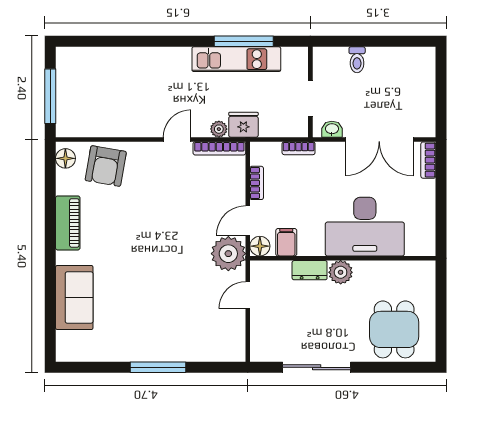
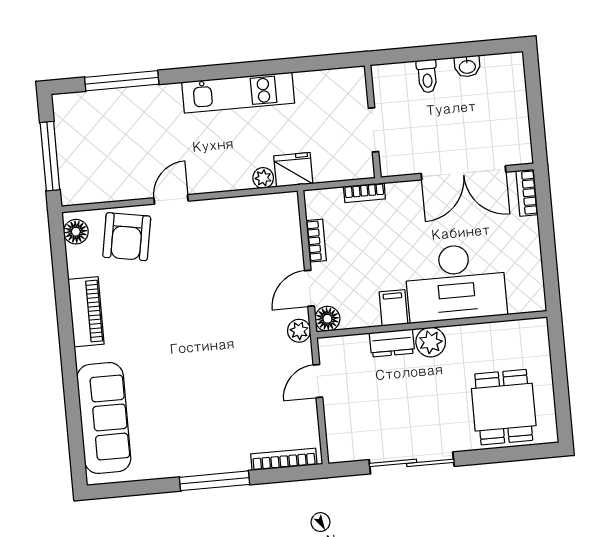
window: (244, 41) -> (122, 81), moved
kitchen unit: (236, 59) -> (238, 93), moved
washbasin: (332, 129) -> (467, 66), moved, turned 180
door: (177, 140) -> (171, 199), moved
bookcase: (219, 148) -> (284, 459), moved, turned 180
filing cabinet: (286, 242) -> (393, 308), moved
plant: (228, 254) -> (299, 331), width x0.53, depth x0.53
sofa: (74, 297) -> (104, 418), width x1.36

